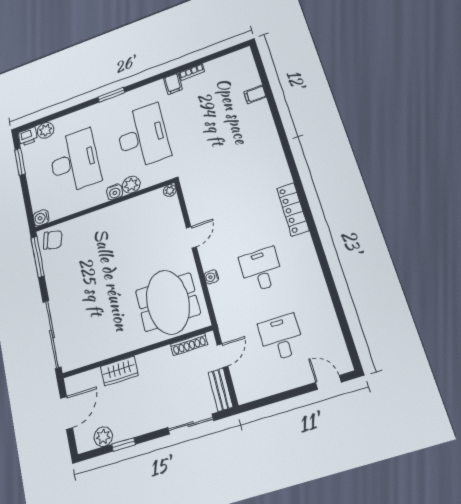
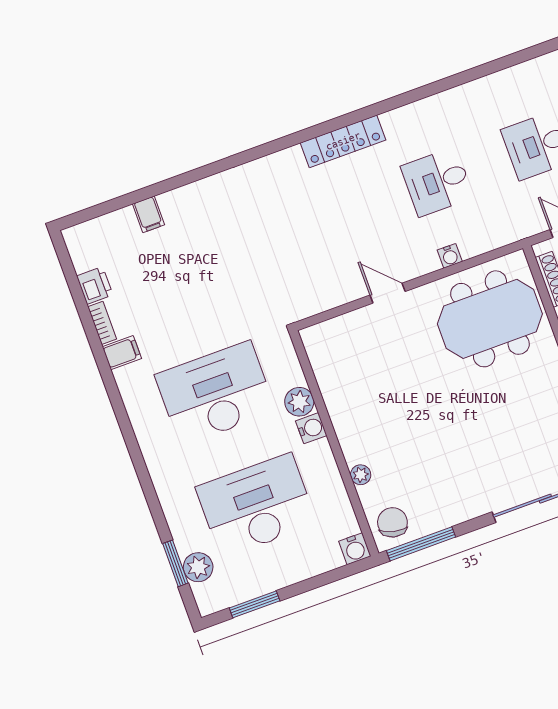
window: (111, 95) -> (175, 563), moved
printer: (28, 136) -> (95, 285), moved
plant: (170, 191) -> (361, 475), moved

